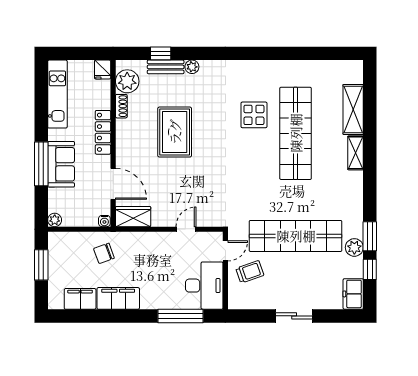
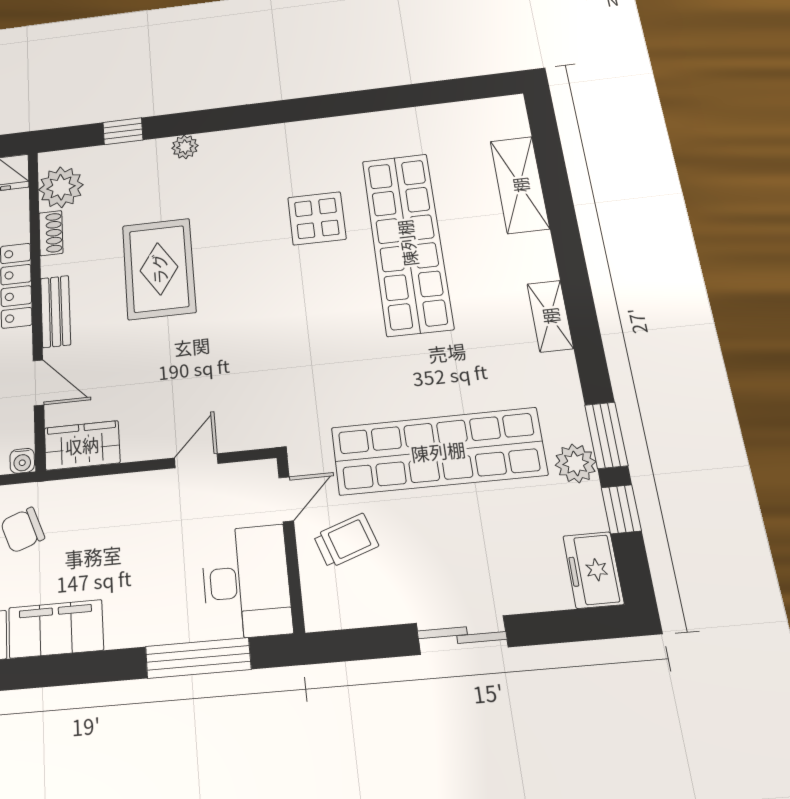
bench: (166, 67) -> (56, 311), moved, turned 90
shelving: (356, 153) -> (550, 316), moved
door: (113, 184) -> (38, 383), width x0.73

